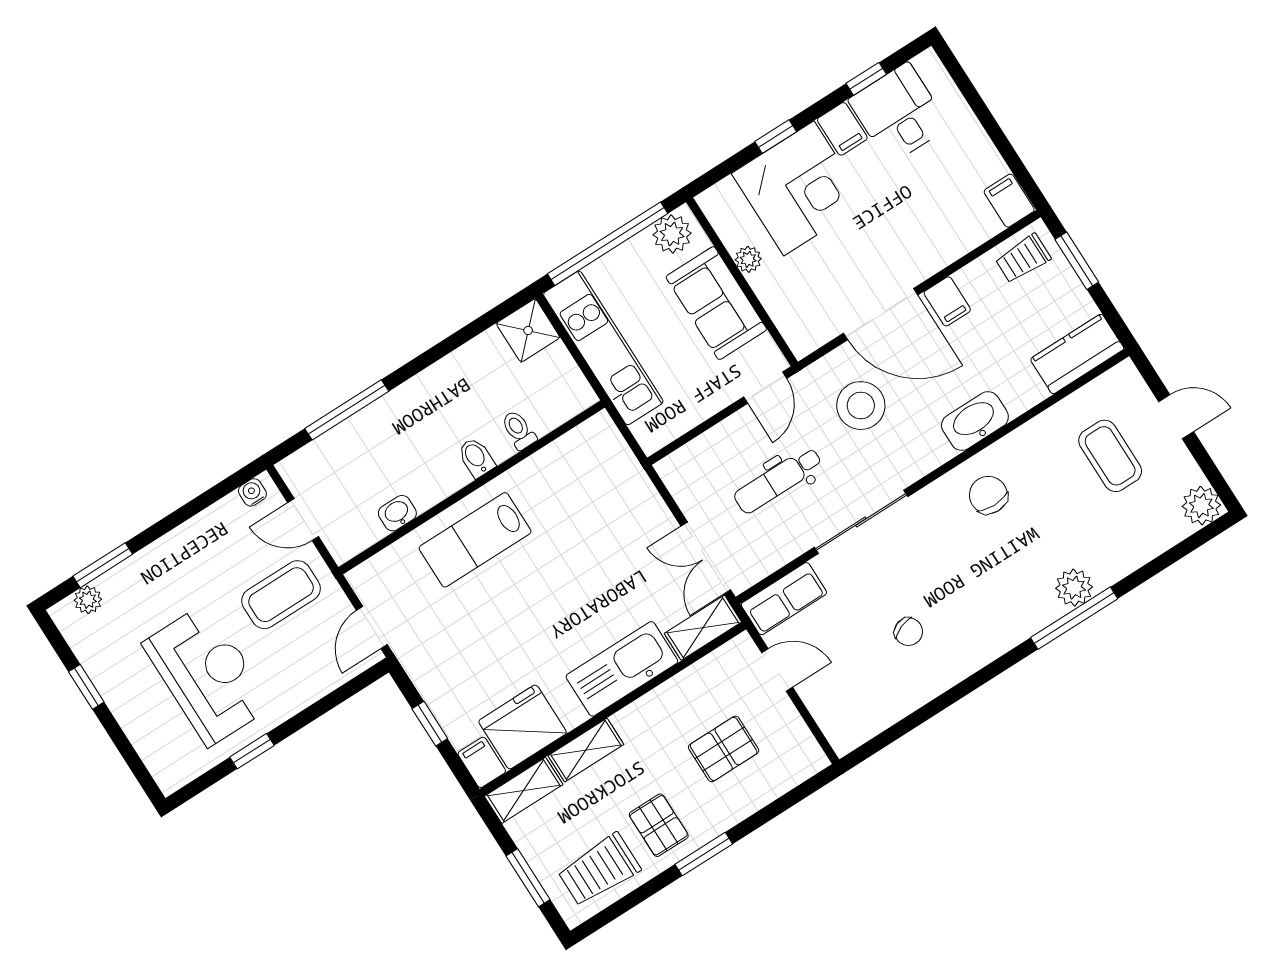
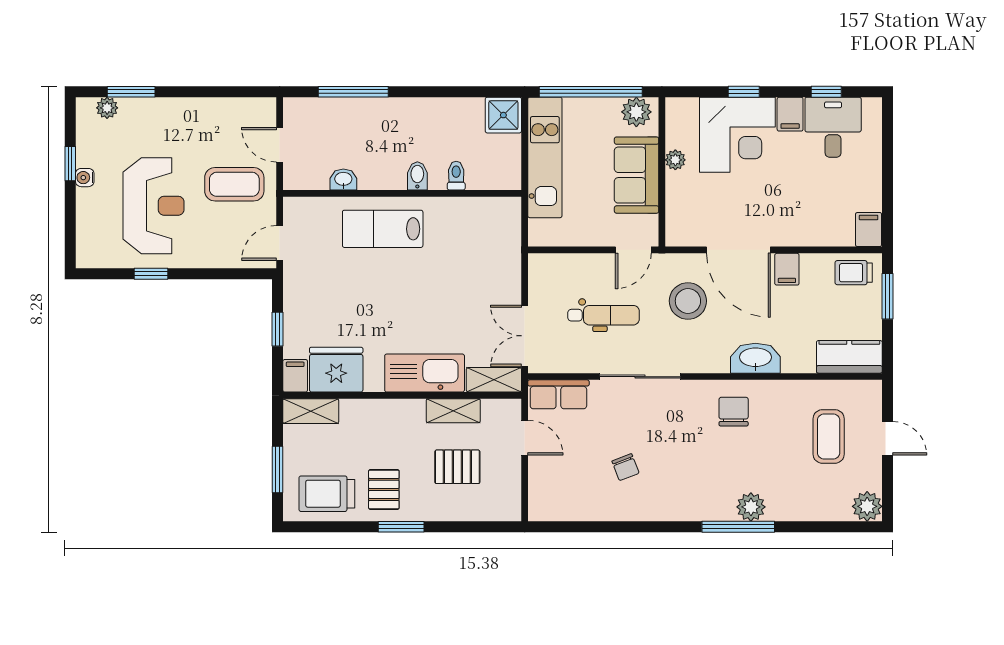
dental chair: (778, 480) -> (603, 315), turned 180
water cooler: (252, 492) -> (85, 178), moved, turned -90
shelving: (586, 750) -> (453, 411), moved

